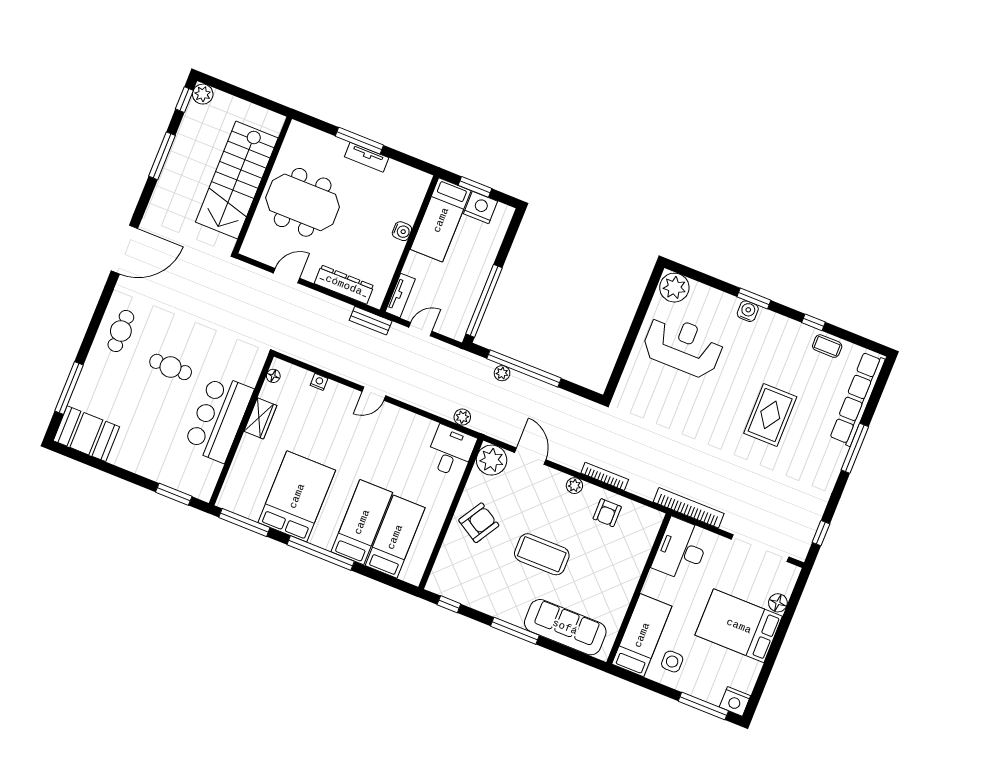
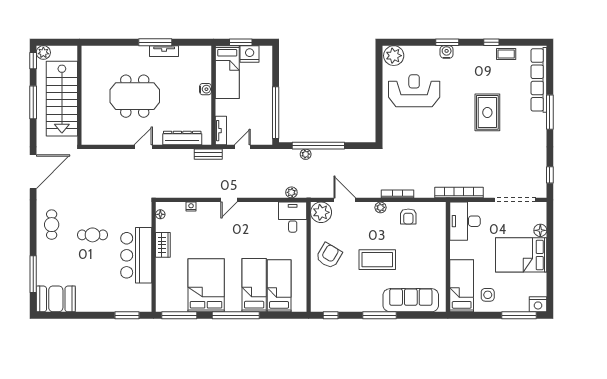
stairs: (237, 180) -> (62, 99), moved
wall: (262, 185) -> (79, 95), moved

